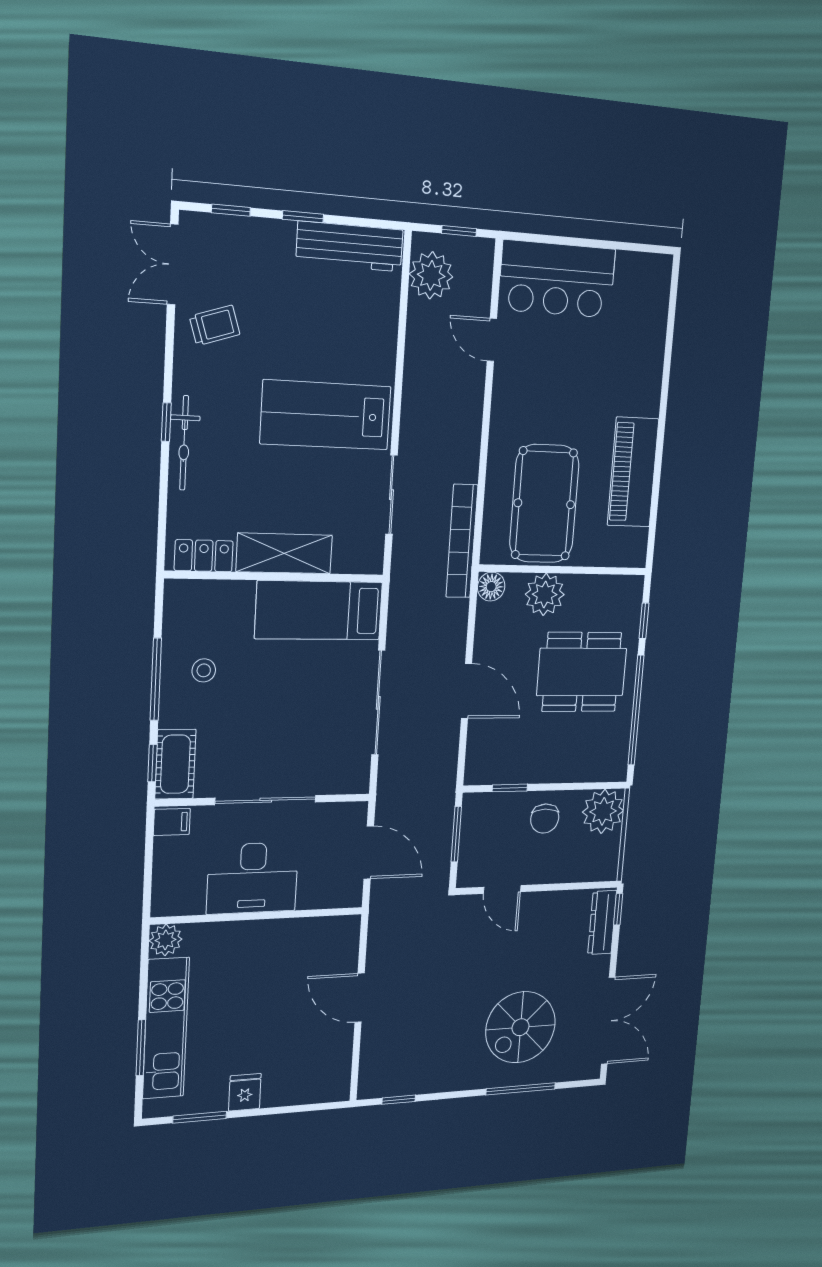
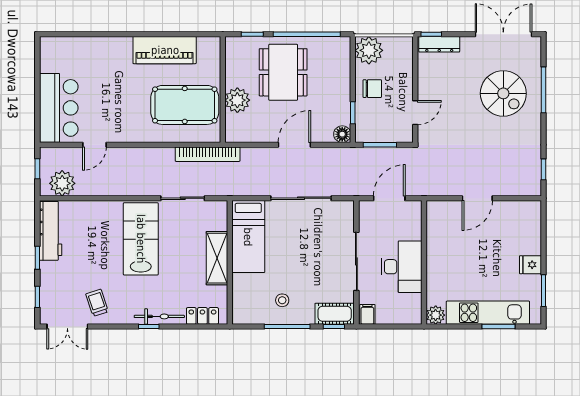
lab bench: (326, 415) -> (141, 239), turned 180
locker: (204, 556) -> (202, 316), moved, turned 90
floor lamp: (491, 587) -> (342, 134), moved

